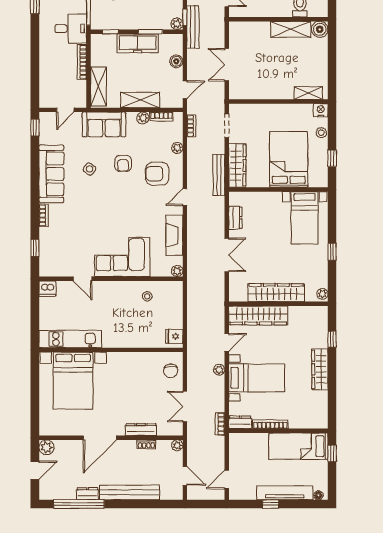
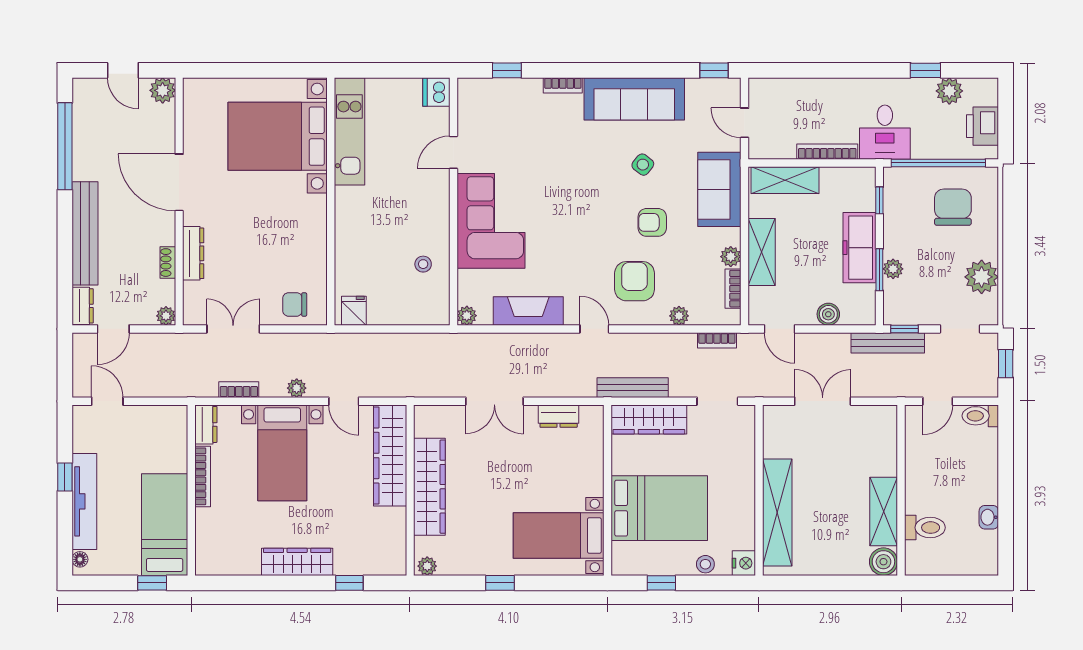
plant: (177, 24) -> (893, 269), moved
shelving: (308, 93) -> (777, 513), width x2.20, depth x1.33
bookcase: (220, 424) -> (239, 390), moved
dresser: (88, 494) -> (83, 306), moved

